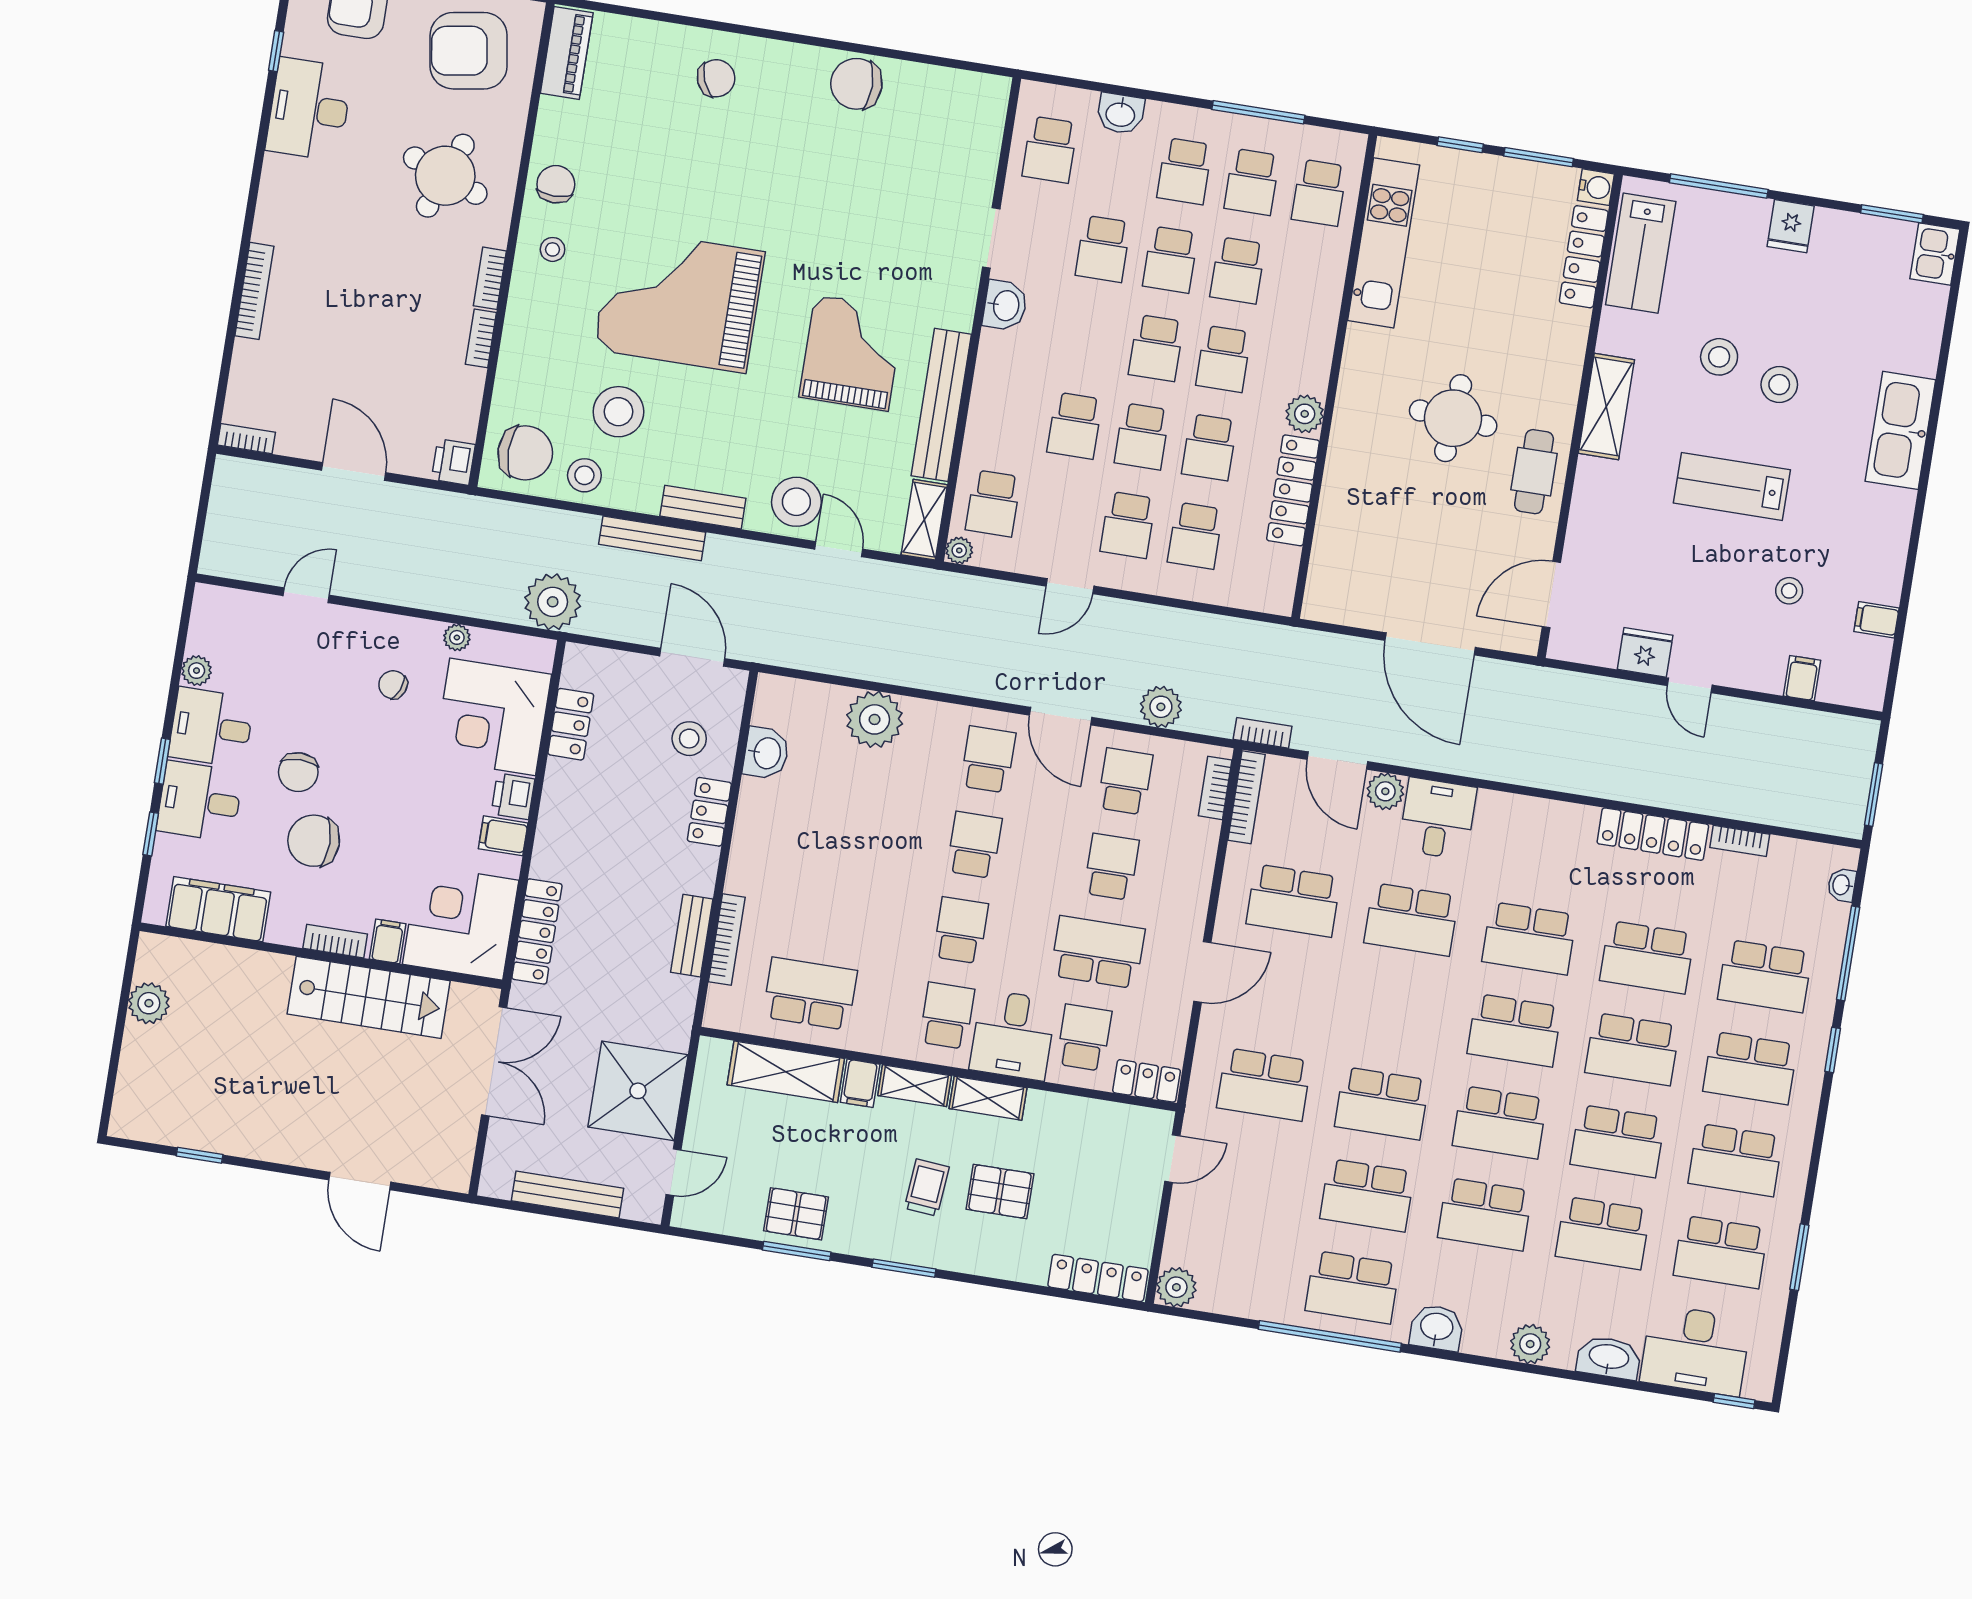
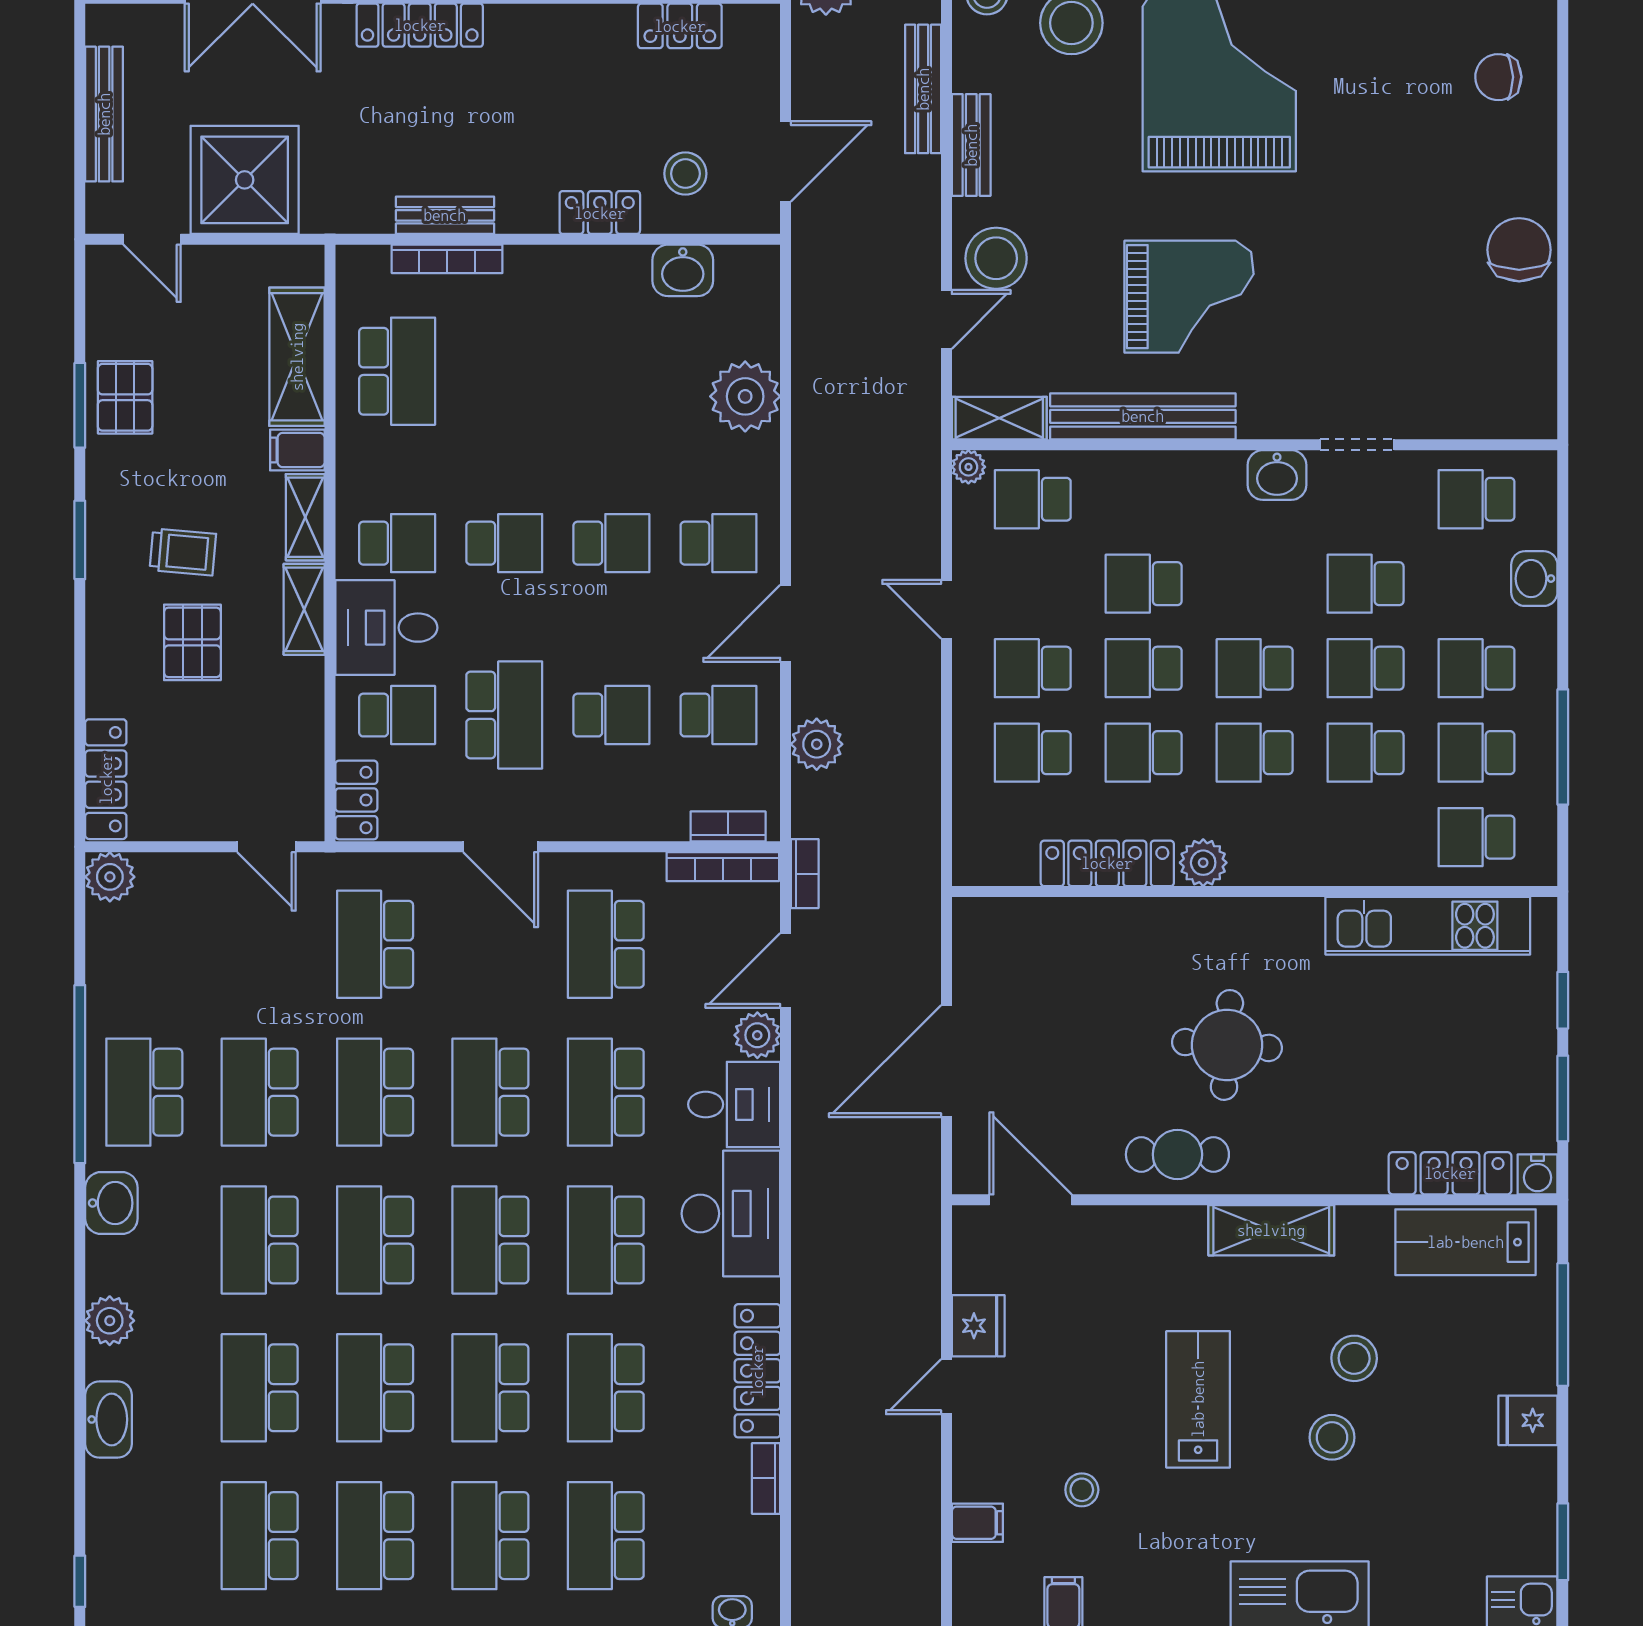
chair: (716, 78) -> (1498, 77), turned 111
school desk: (1397, 1011) -> (490, 1092), added
desk: (1695, 1350) -> (731, 1214), moved, turned 180

